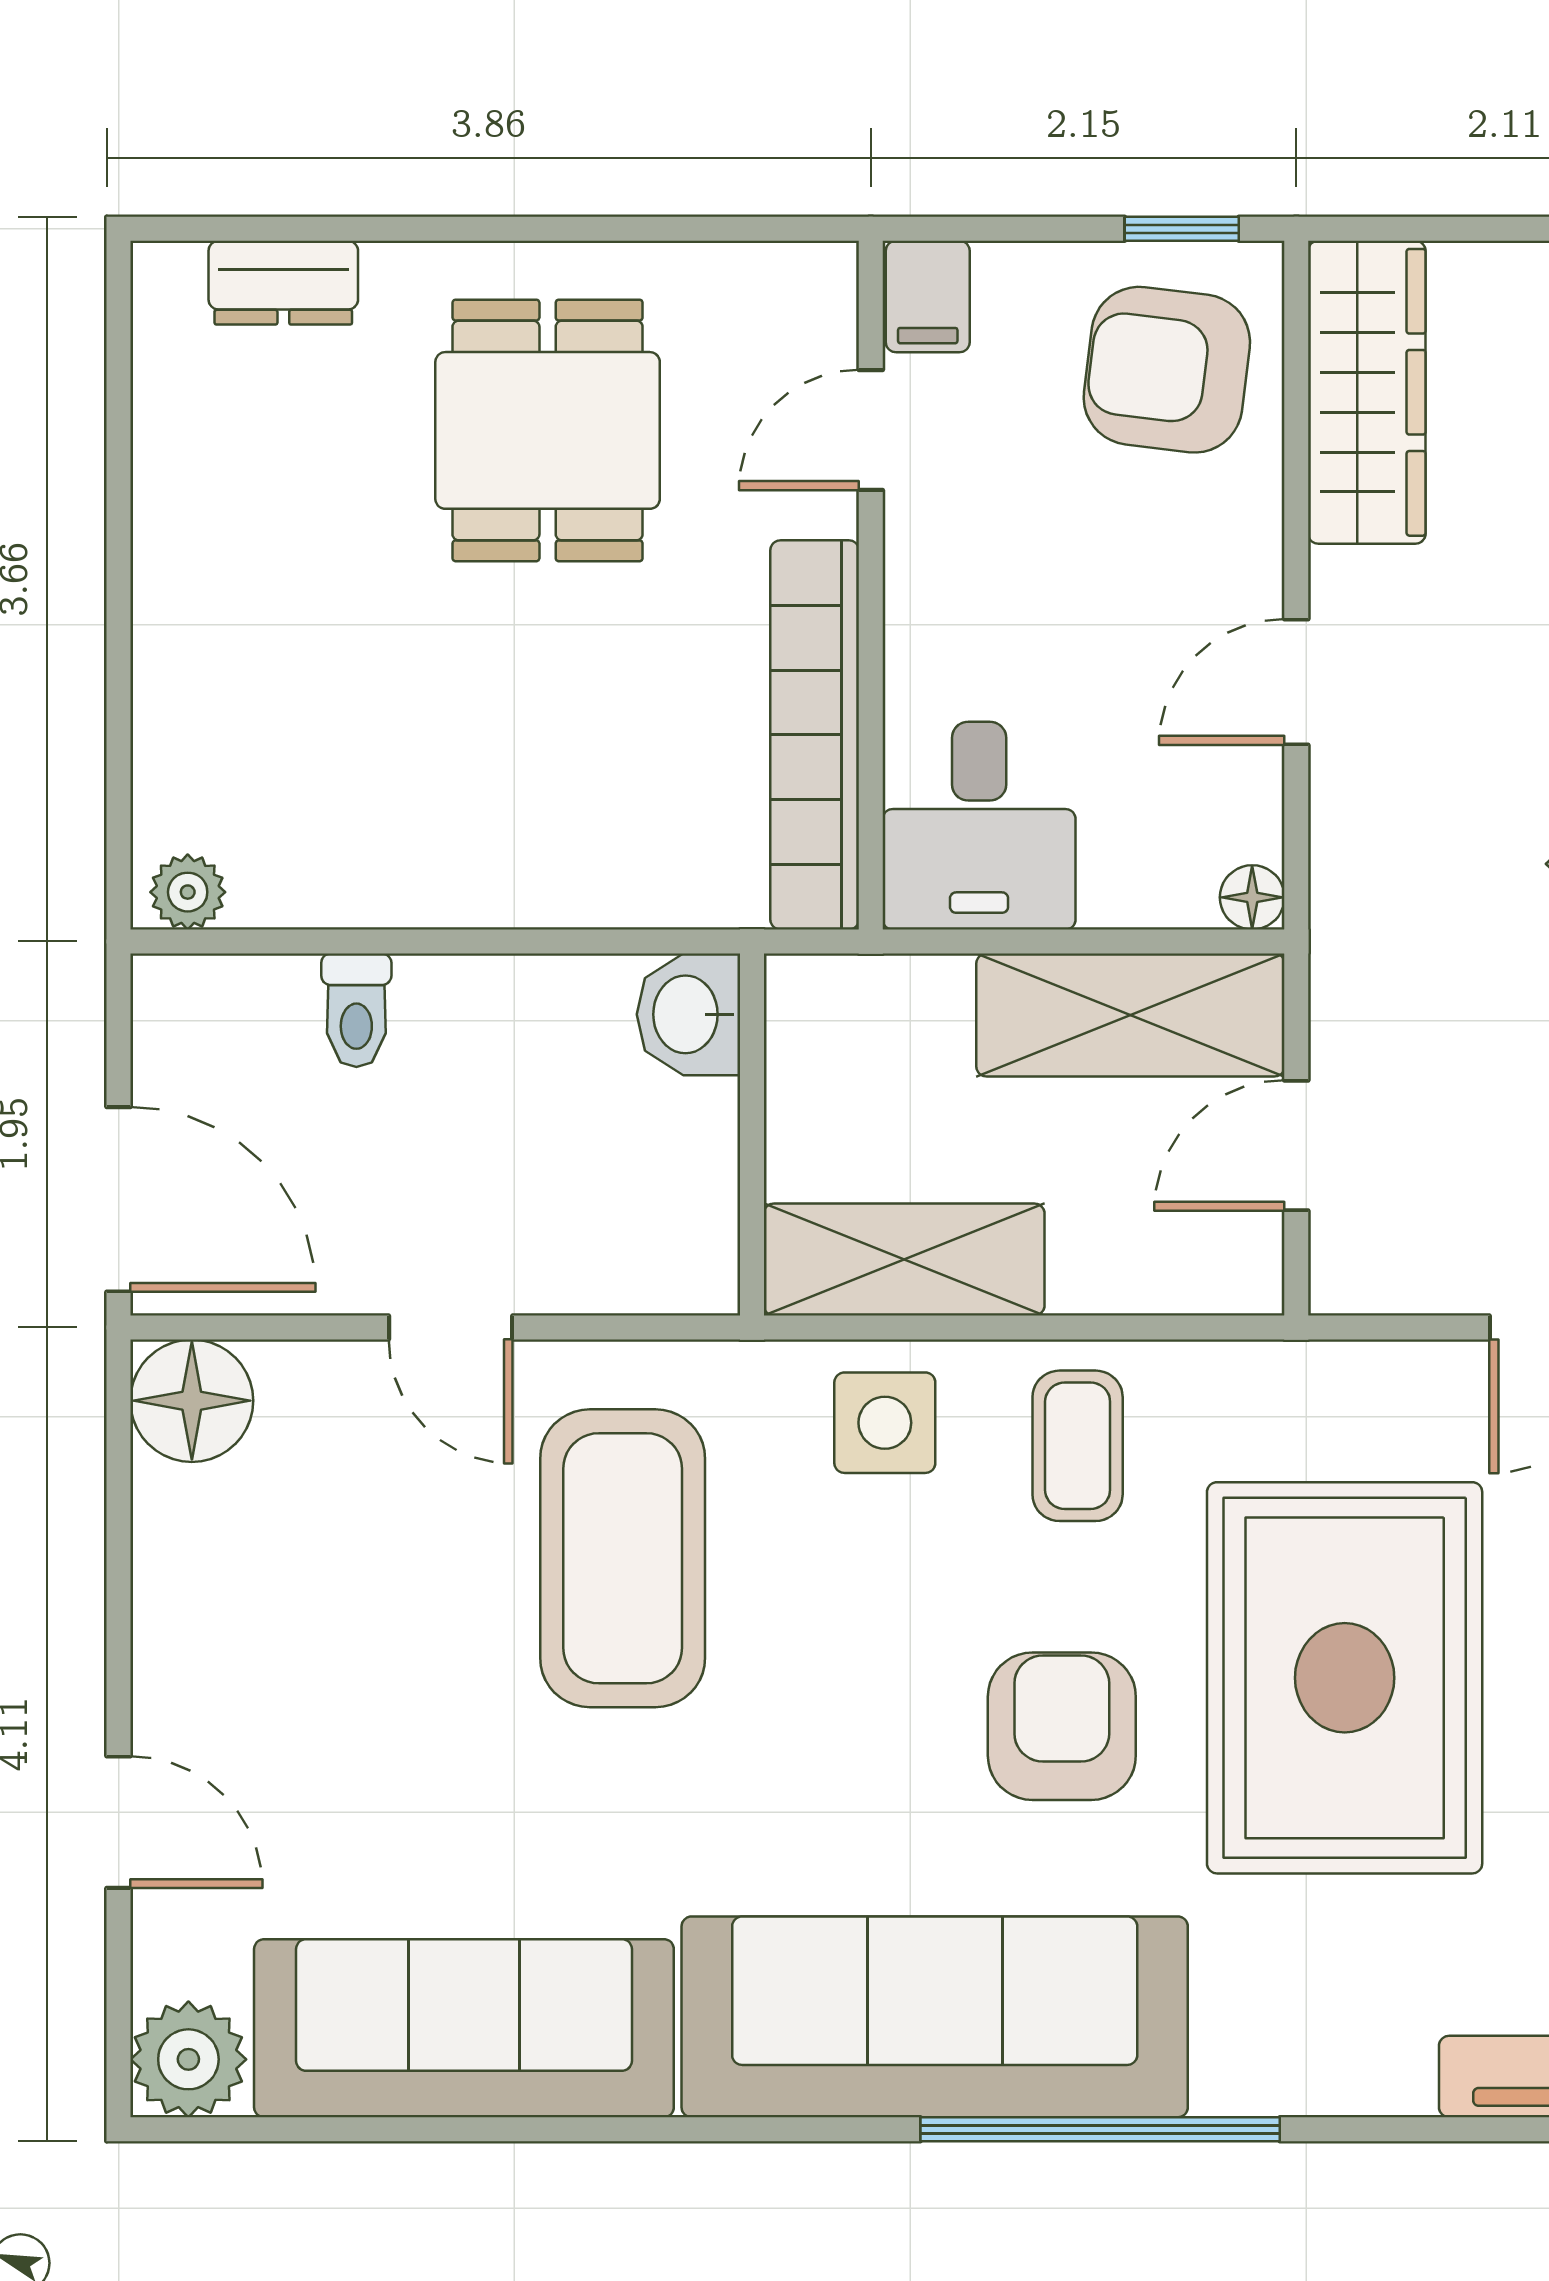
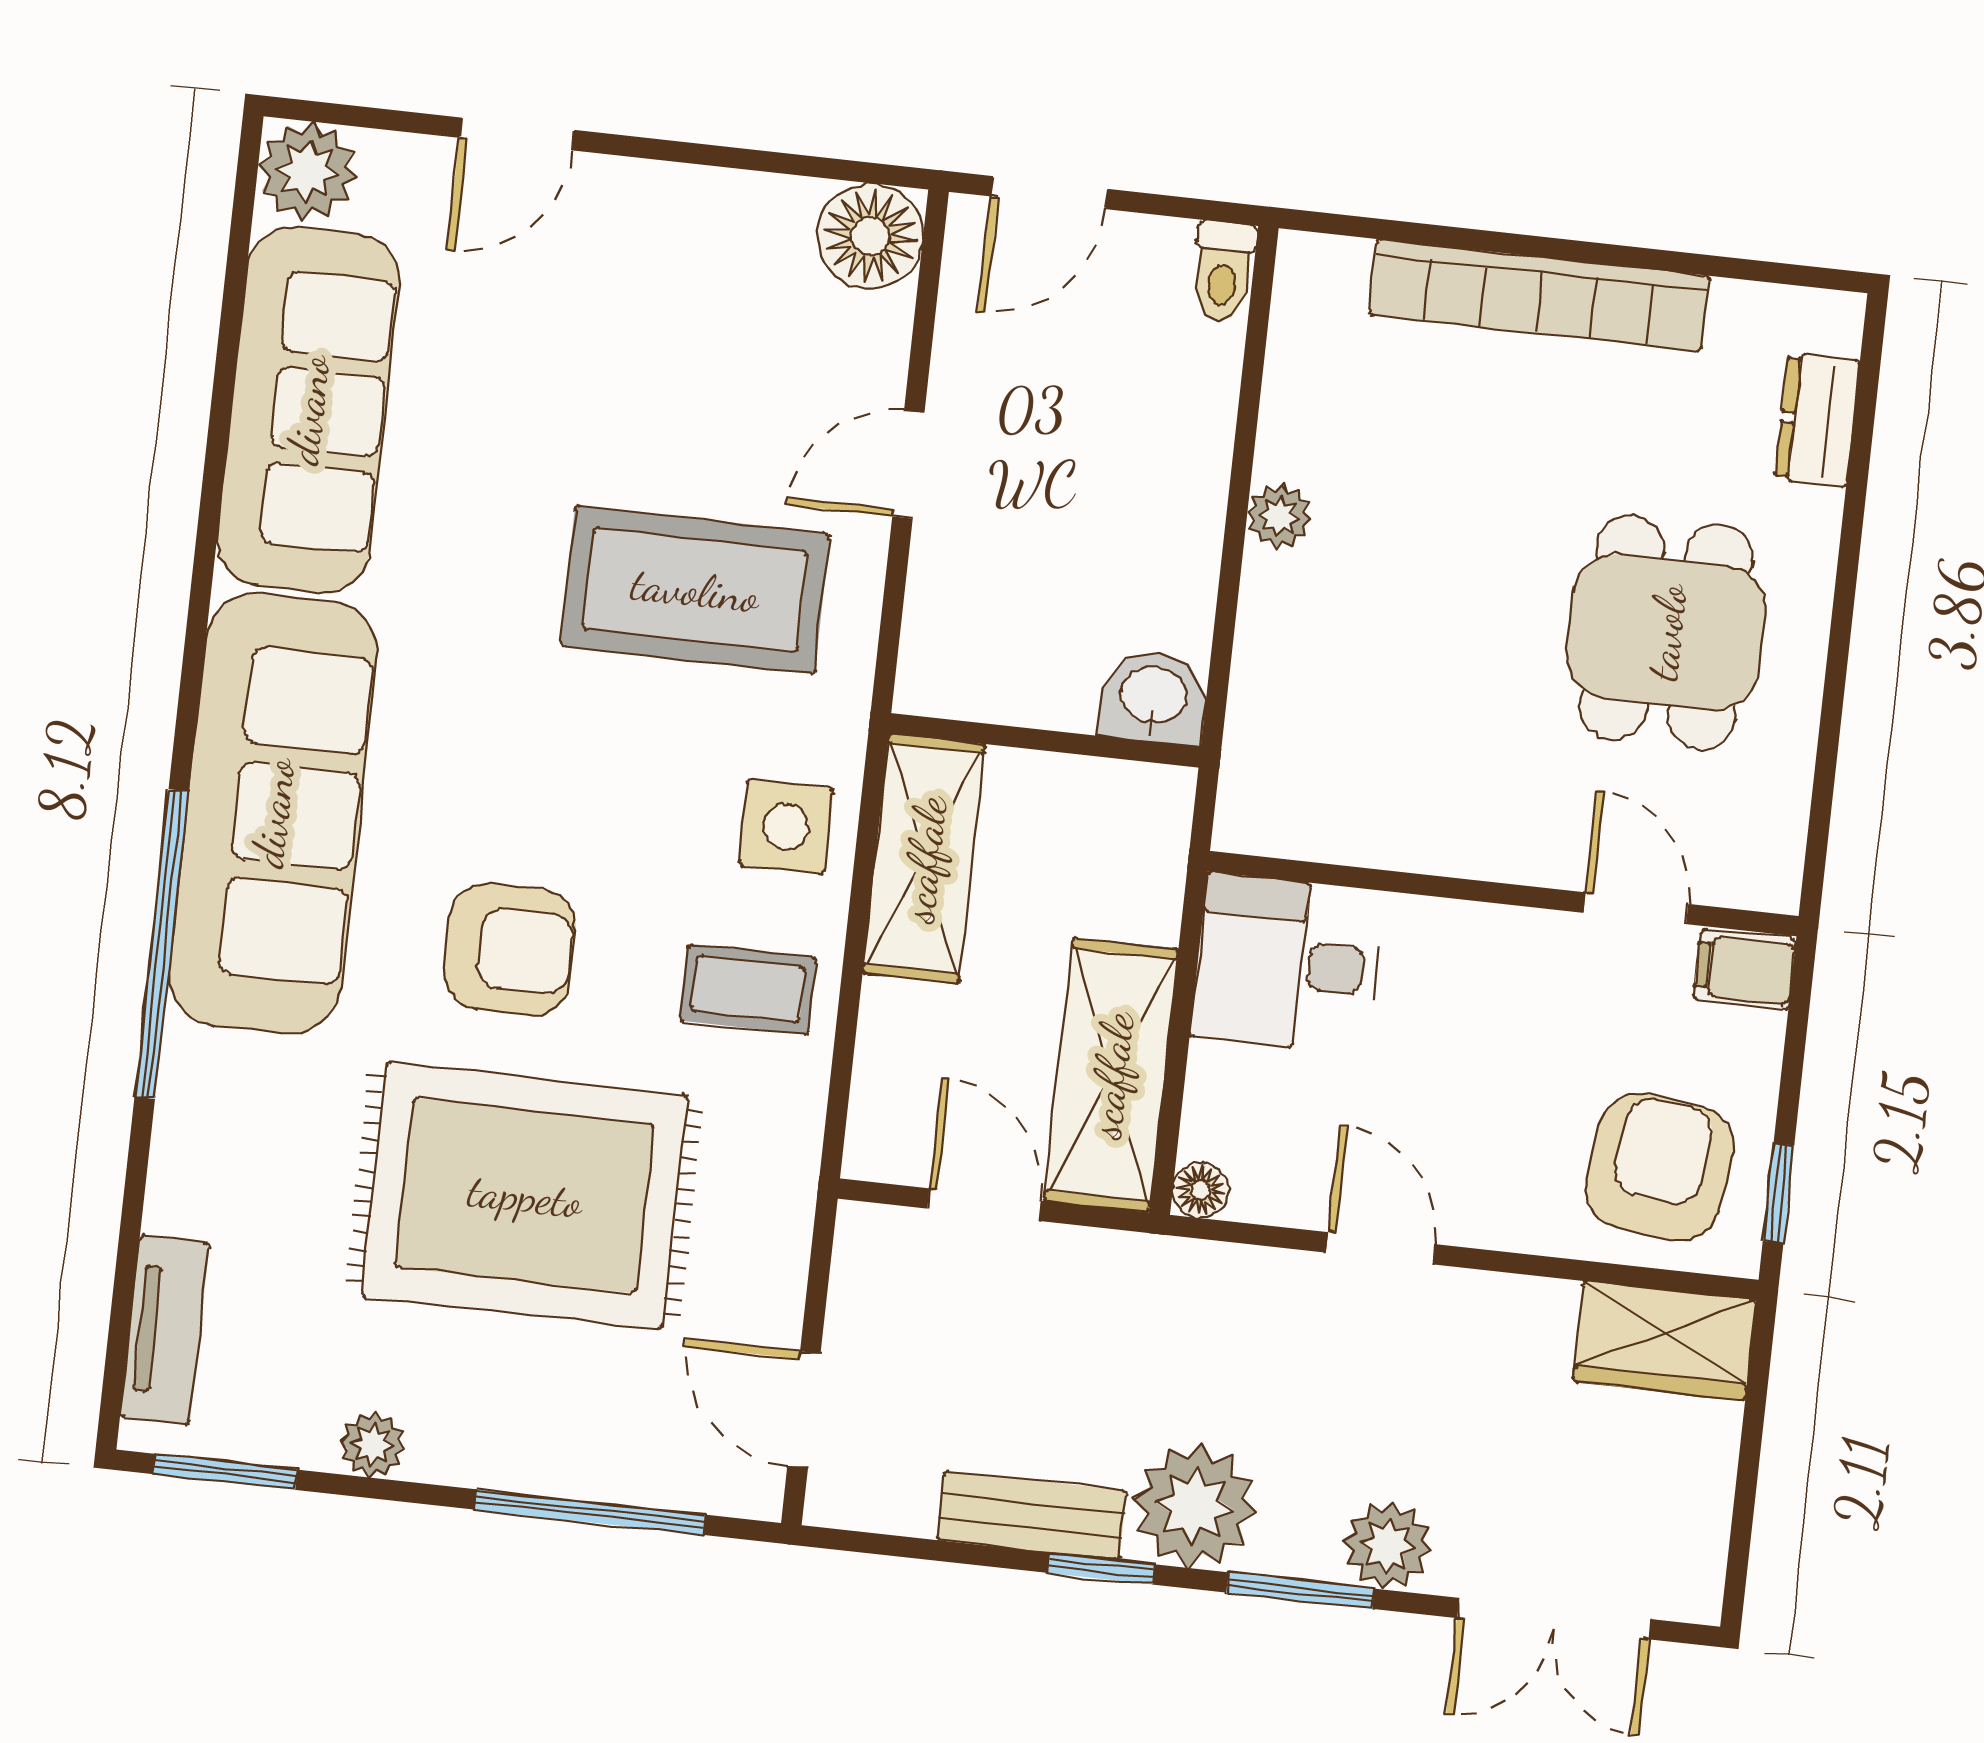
wardrobe: (1367, 392) -> (1665, 1341), width x0.67
dining table: (548, 430) -> (1666, 632), turned 90
bookcase: (815, 735) -> (1539, 295), moved, turned 180
plant: (188, 892) -> (1279, 516), moved
toilet: (356, 1010) -> (1223, 271), moved, turned -90
door: (119, 1199) -> (1049, 193), width x0.73

